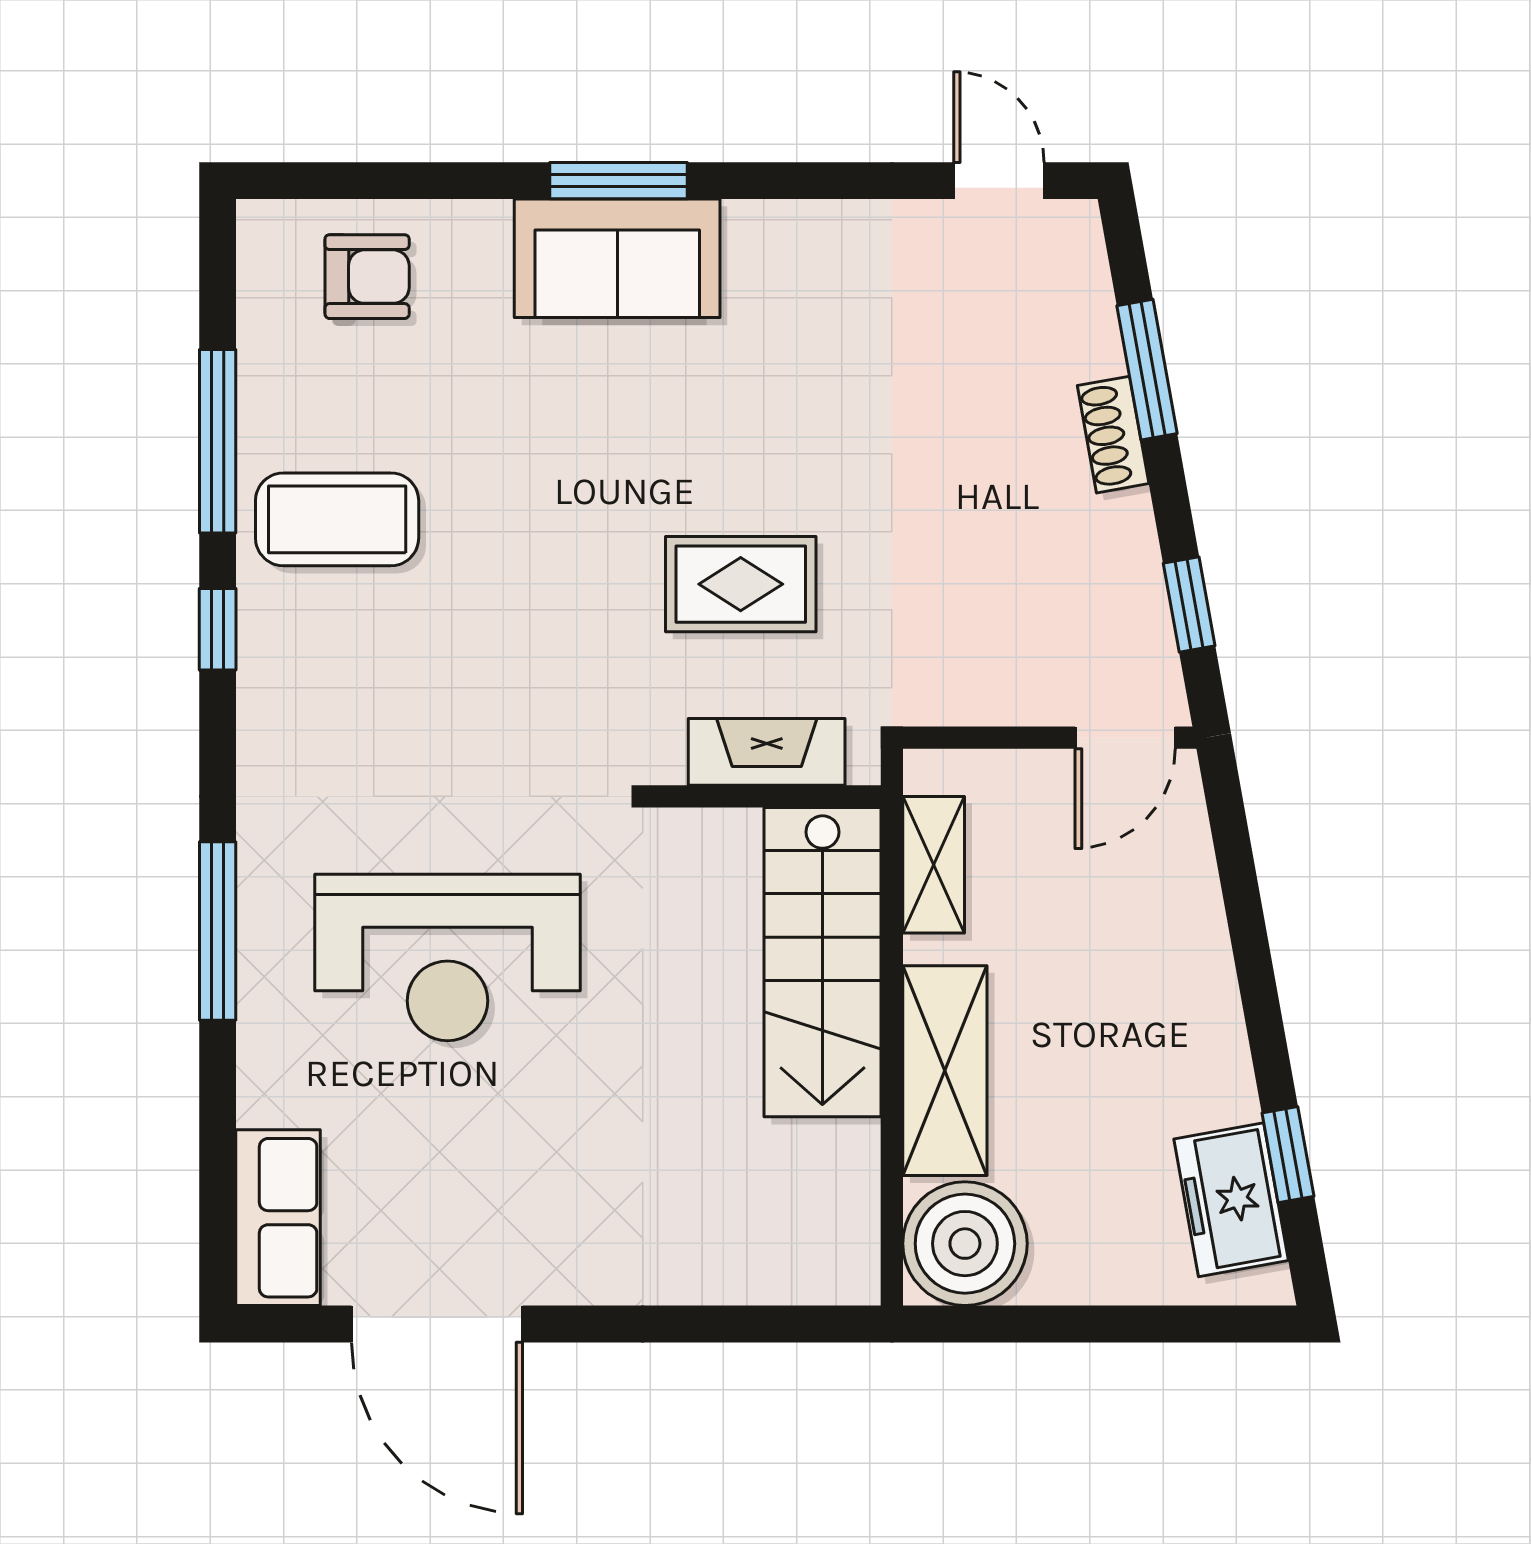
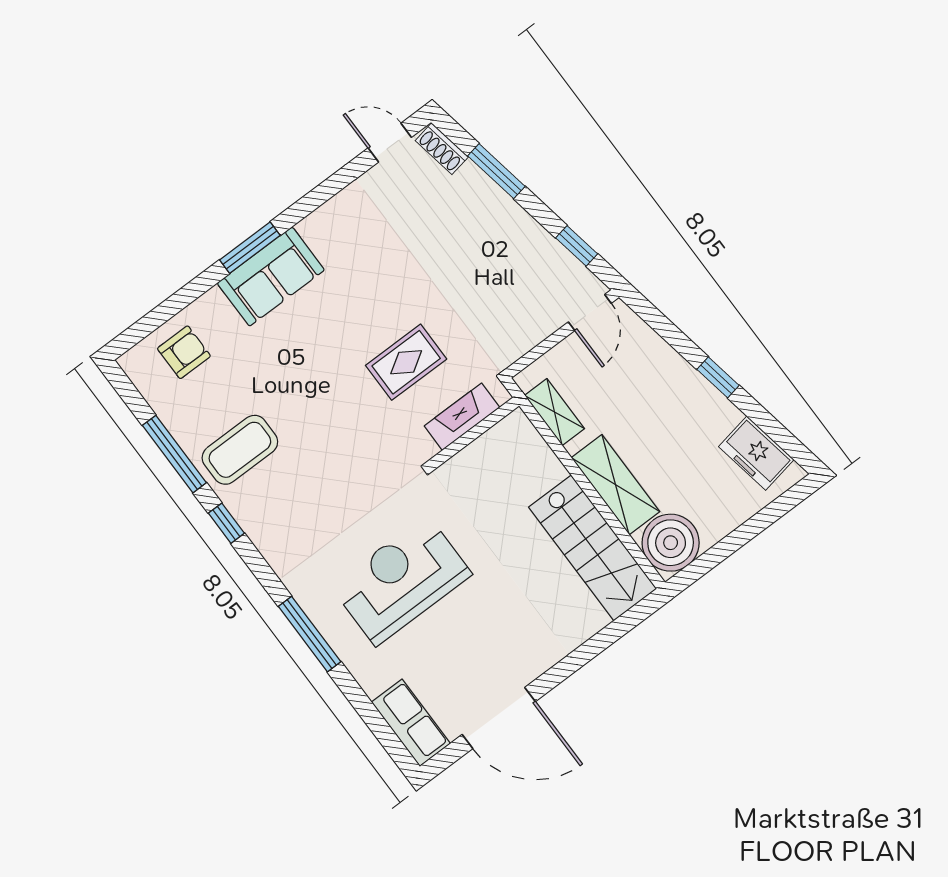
shoe rack: (1113, 435) -> (442, 149), moved
reception desk: (448, 957) -> (401, 580), turned 180
stairs: (822, 962) -> (593, 548), moved
window: (1288, 1155) -> (718, 377), moved

